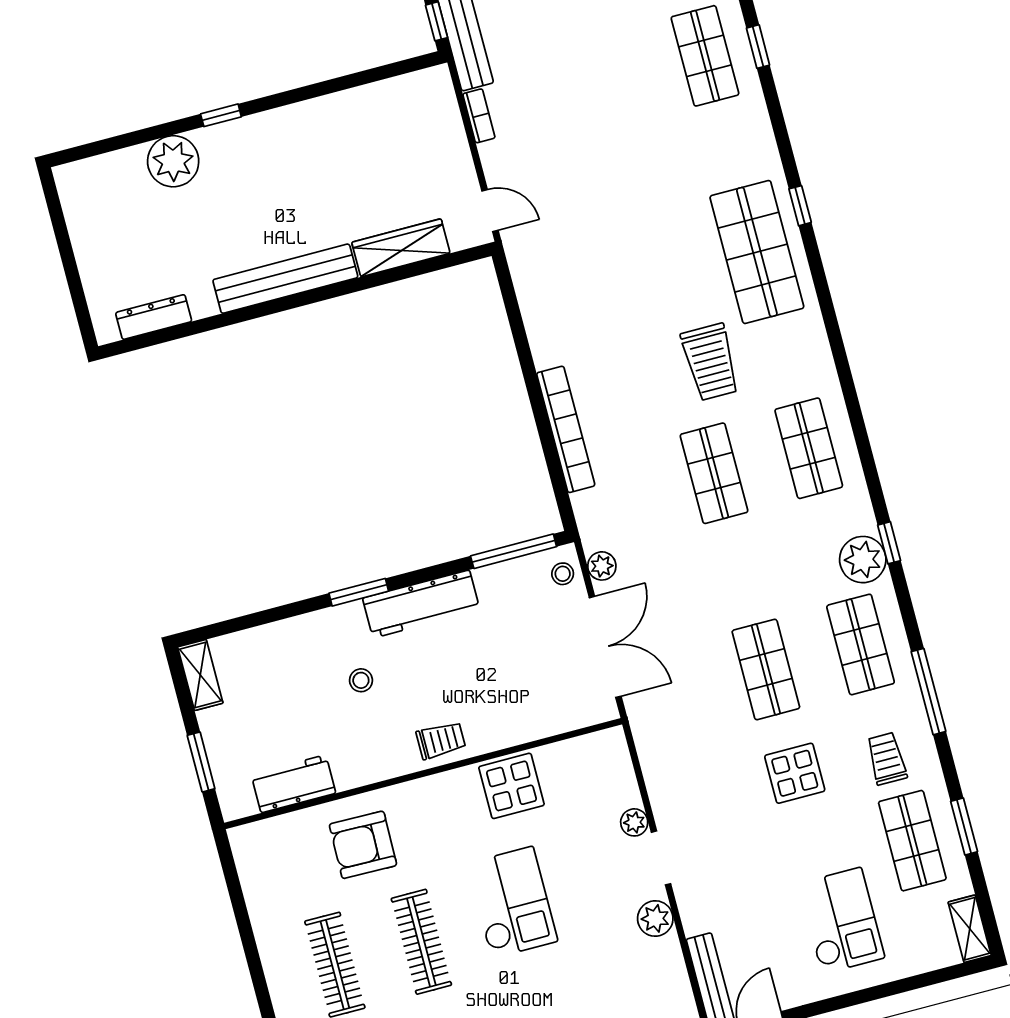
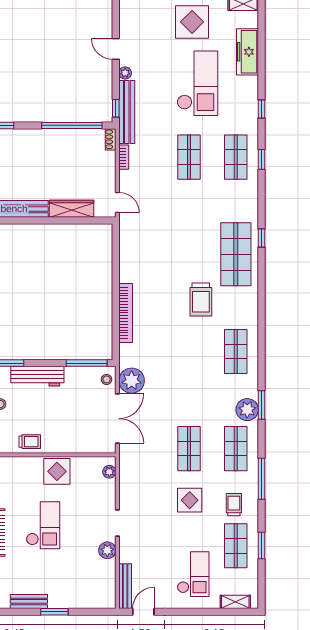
window: (357, 79) -> (72, 125), added
shoe rack: (443, 87) -> (111, 139), added
shop shelf: (714, 473) -> (189, 157), moved
window: (889, 543) -> (261, 405), width x1.50
plant: (602, 566) -> (132, 381), width x1.87, depth x1.87
plant: (634, 822) -> (109, 472), moved
shelving: (970, 929) -> (235, 602), moved, turned 90

